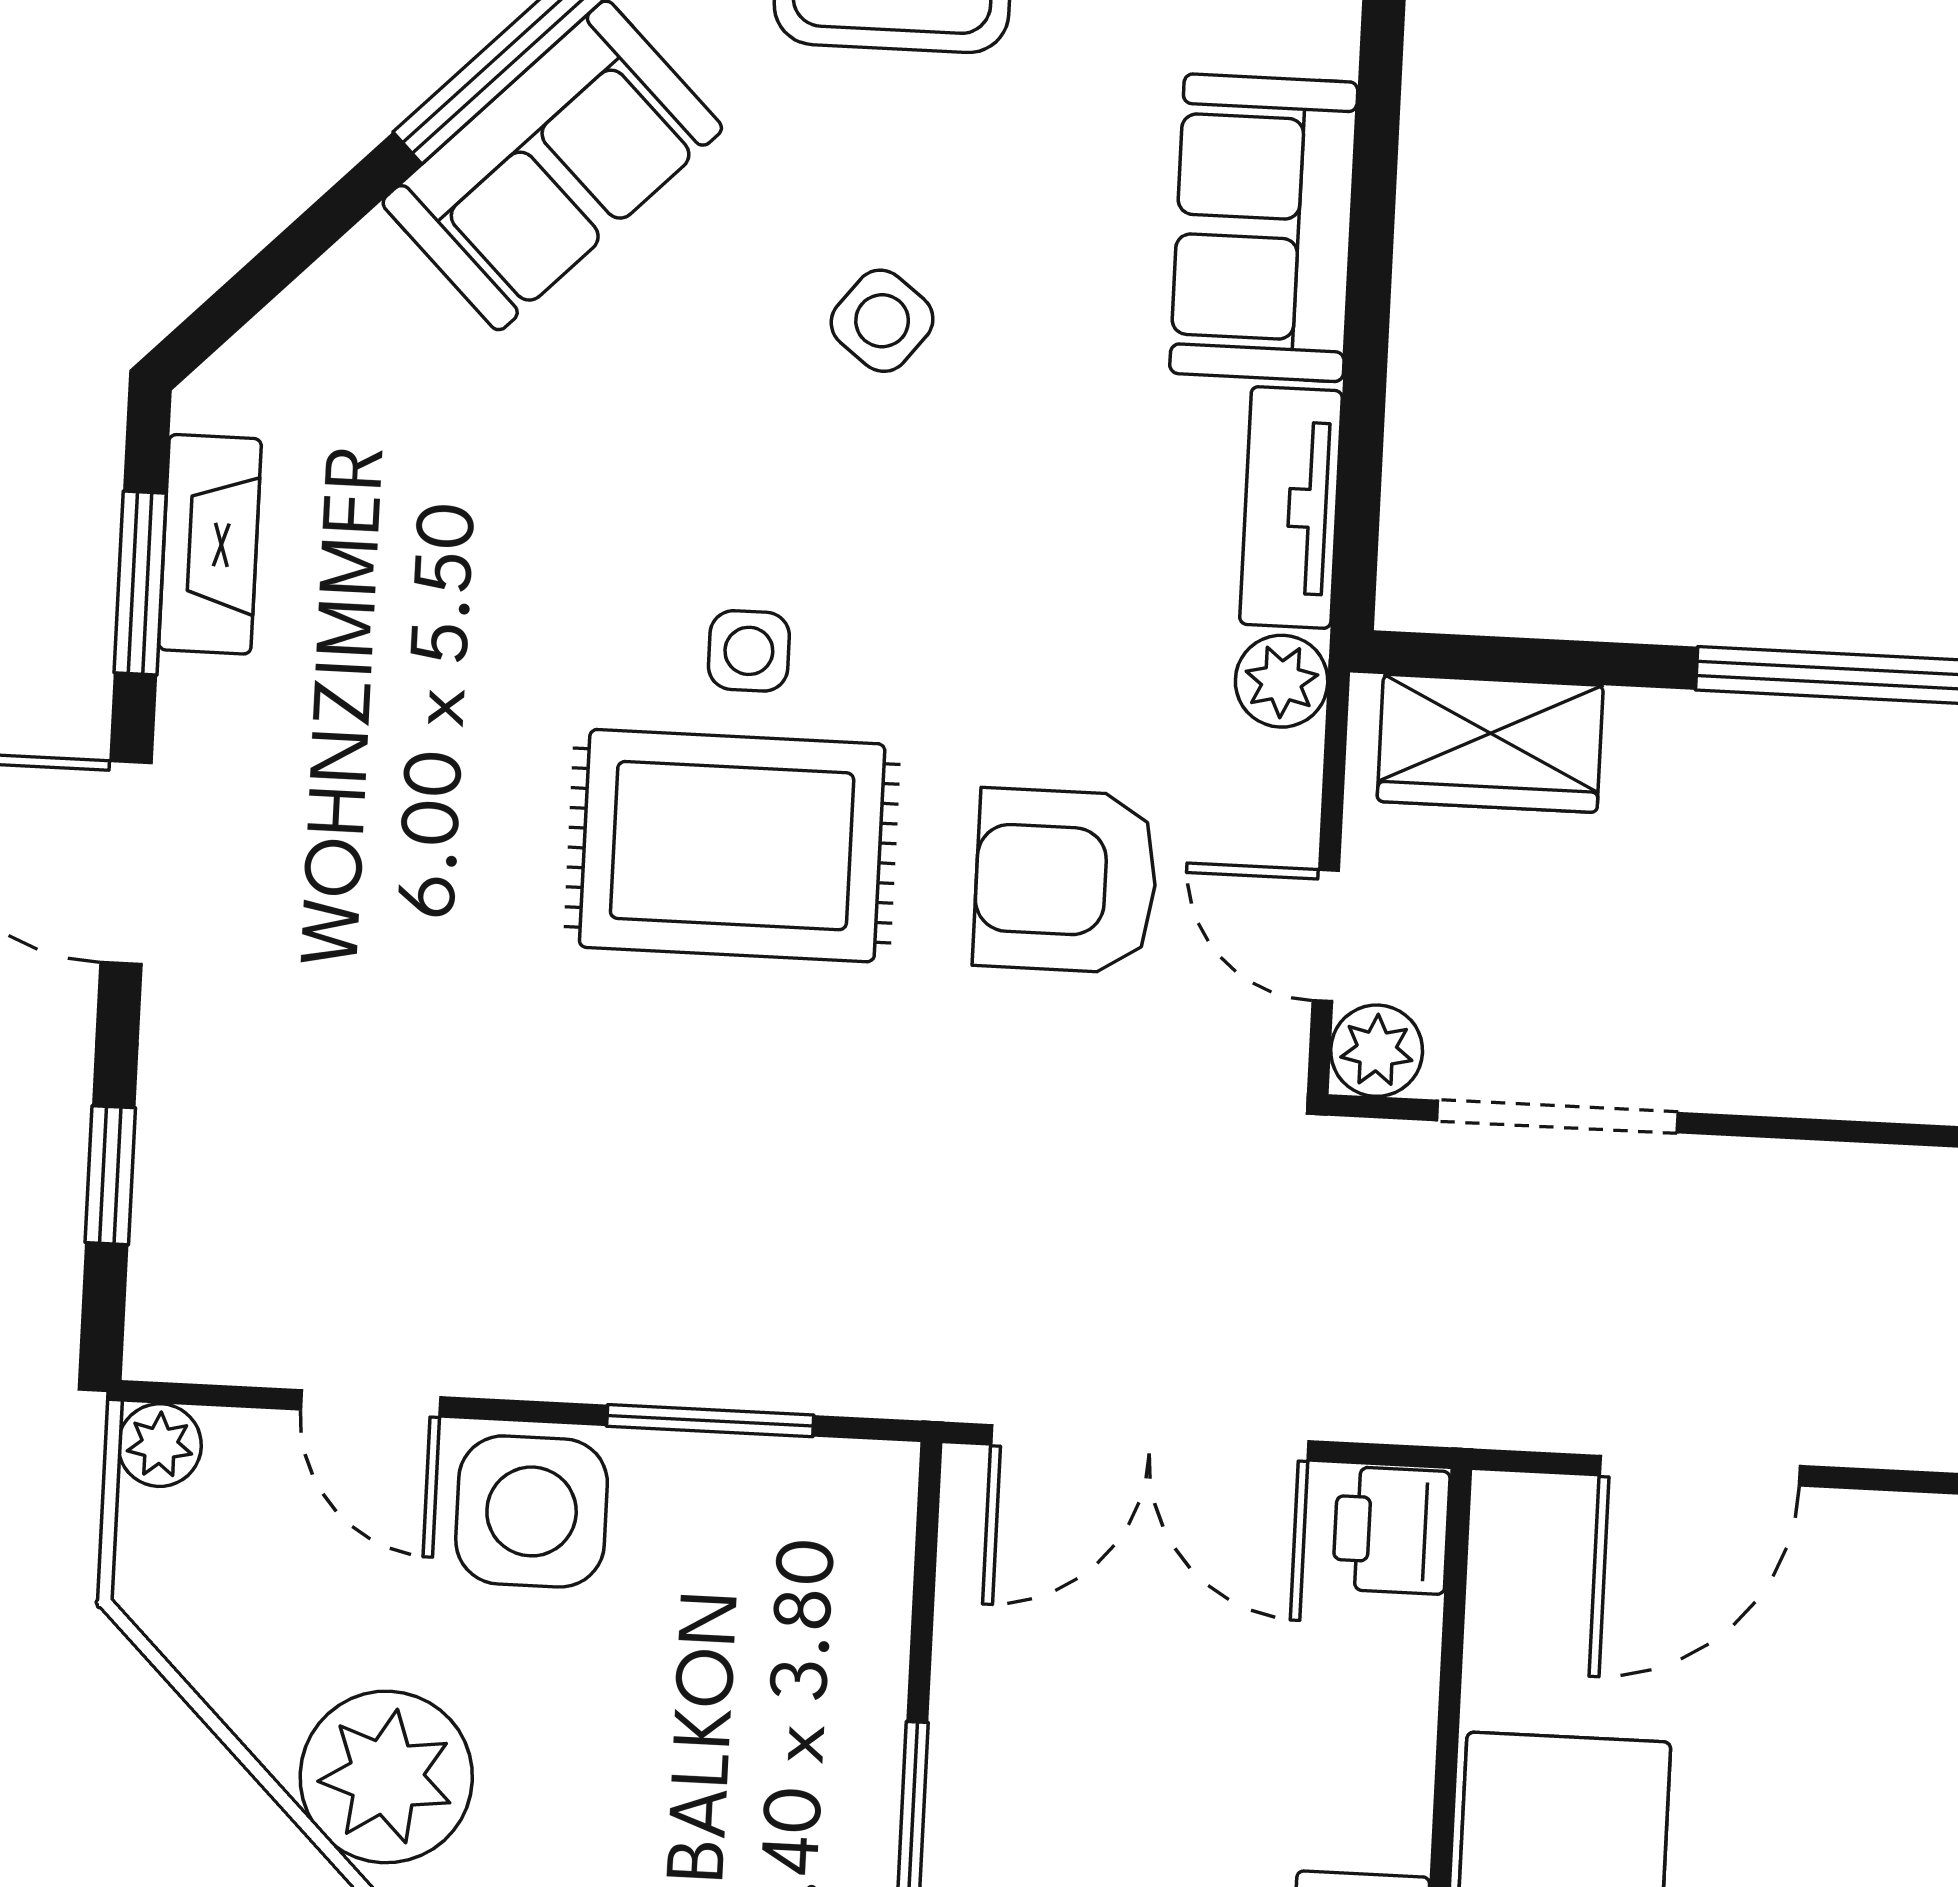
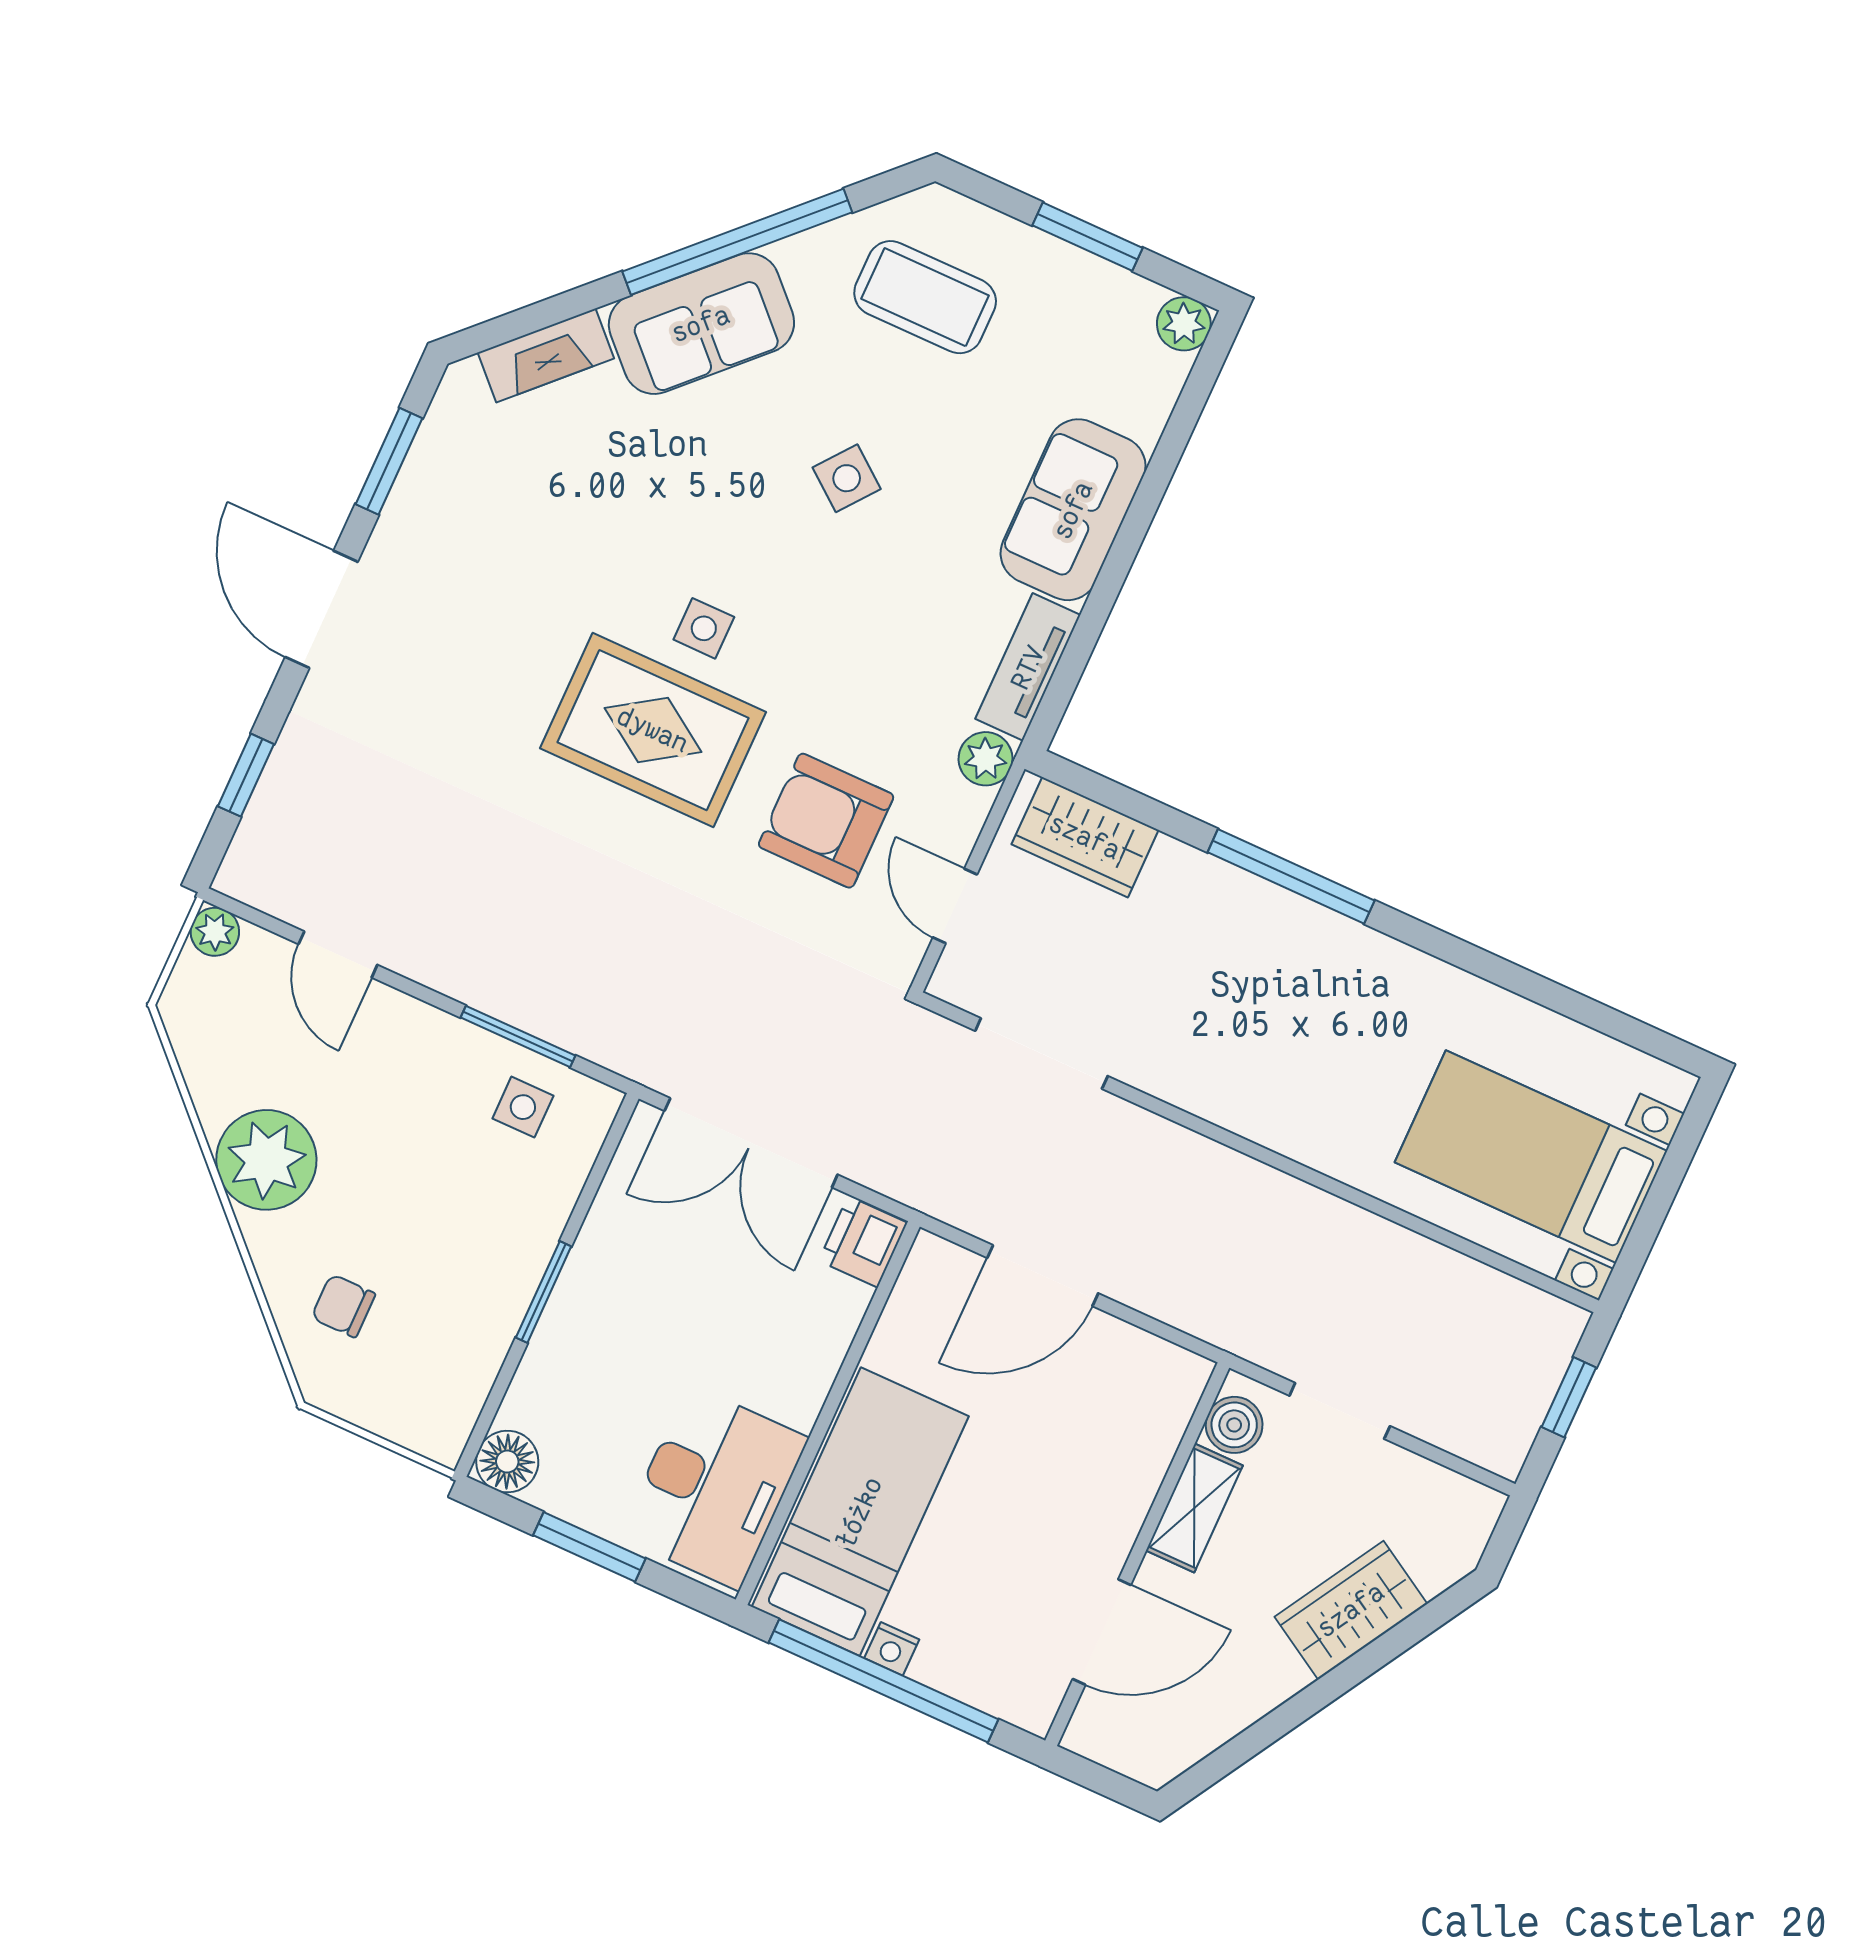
fireplace: (210, 544) -> (546, 355), moved, turned 45
plant: (1377, 1051) -> (958, 979), removed
side table: (532, 1511) -> (523, 1107), moved, width x0.54, depth x0.54

